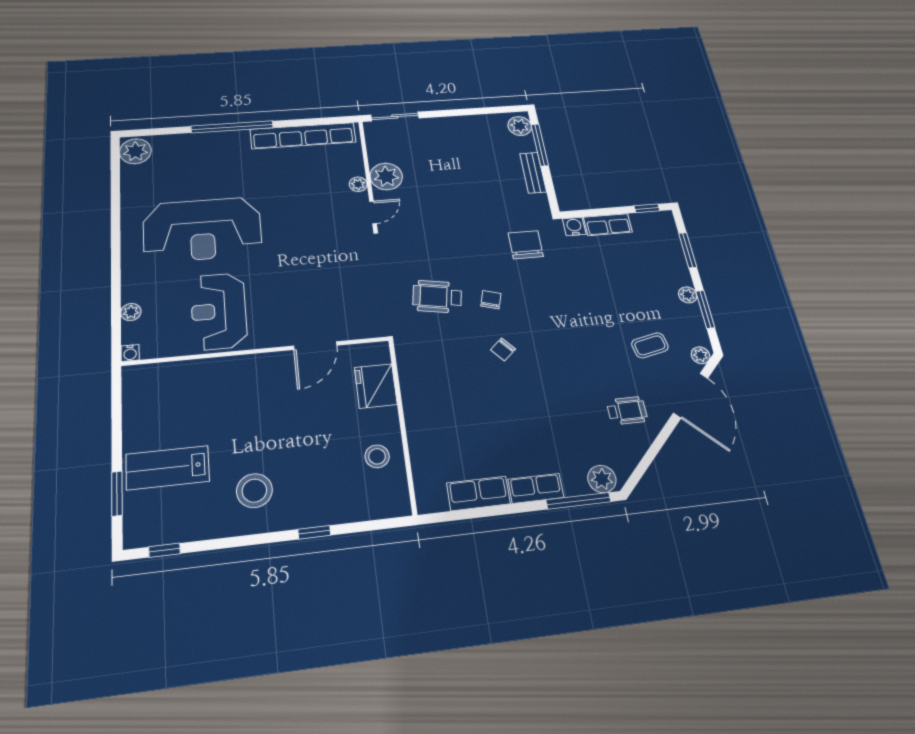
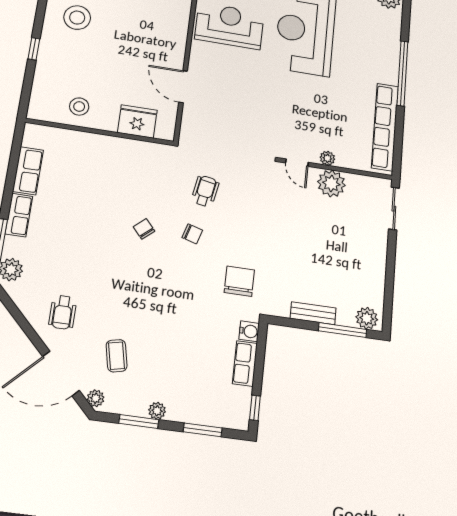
chair: (526, 245) -> (239, 281), turned -90
wheelchair: (437, 297) -> (205, 191), width x0.73, depth x0.73

